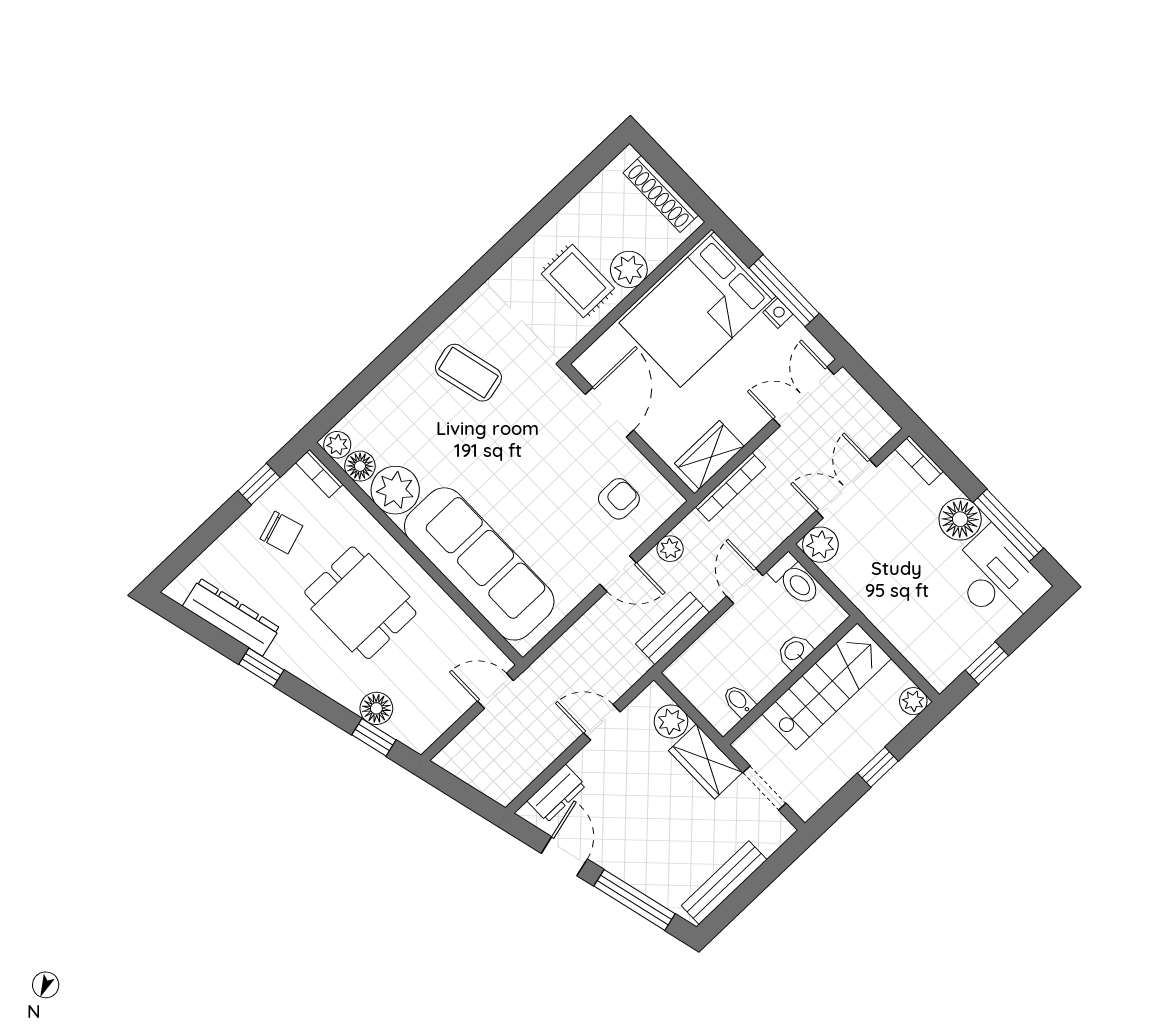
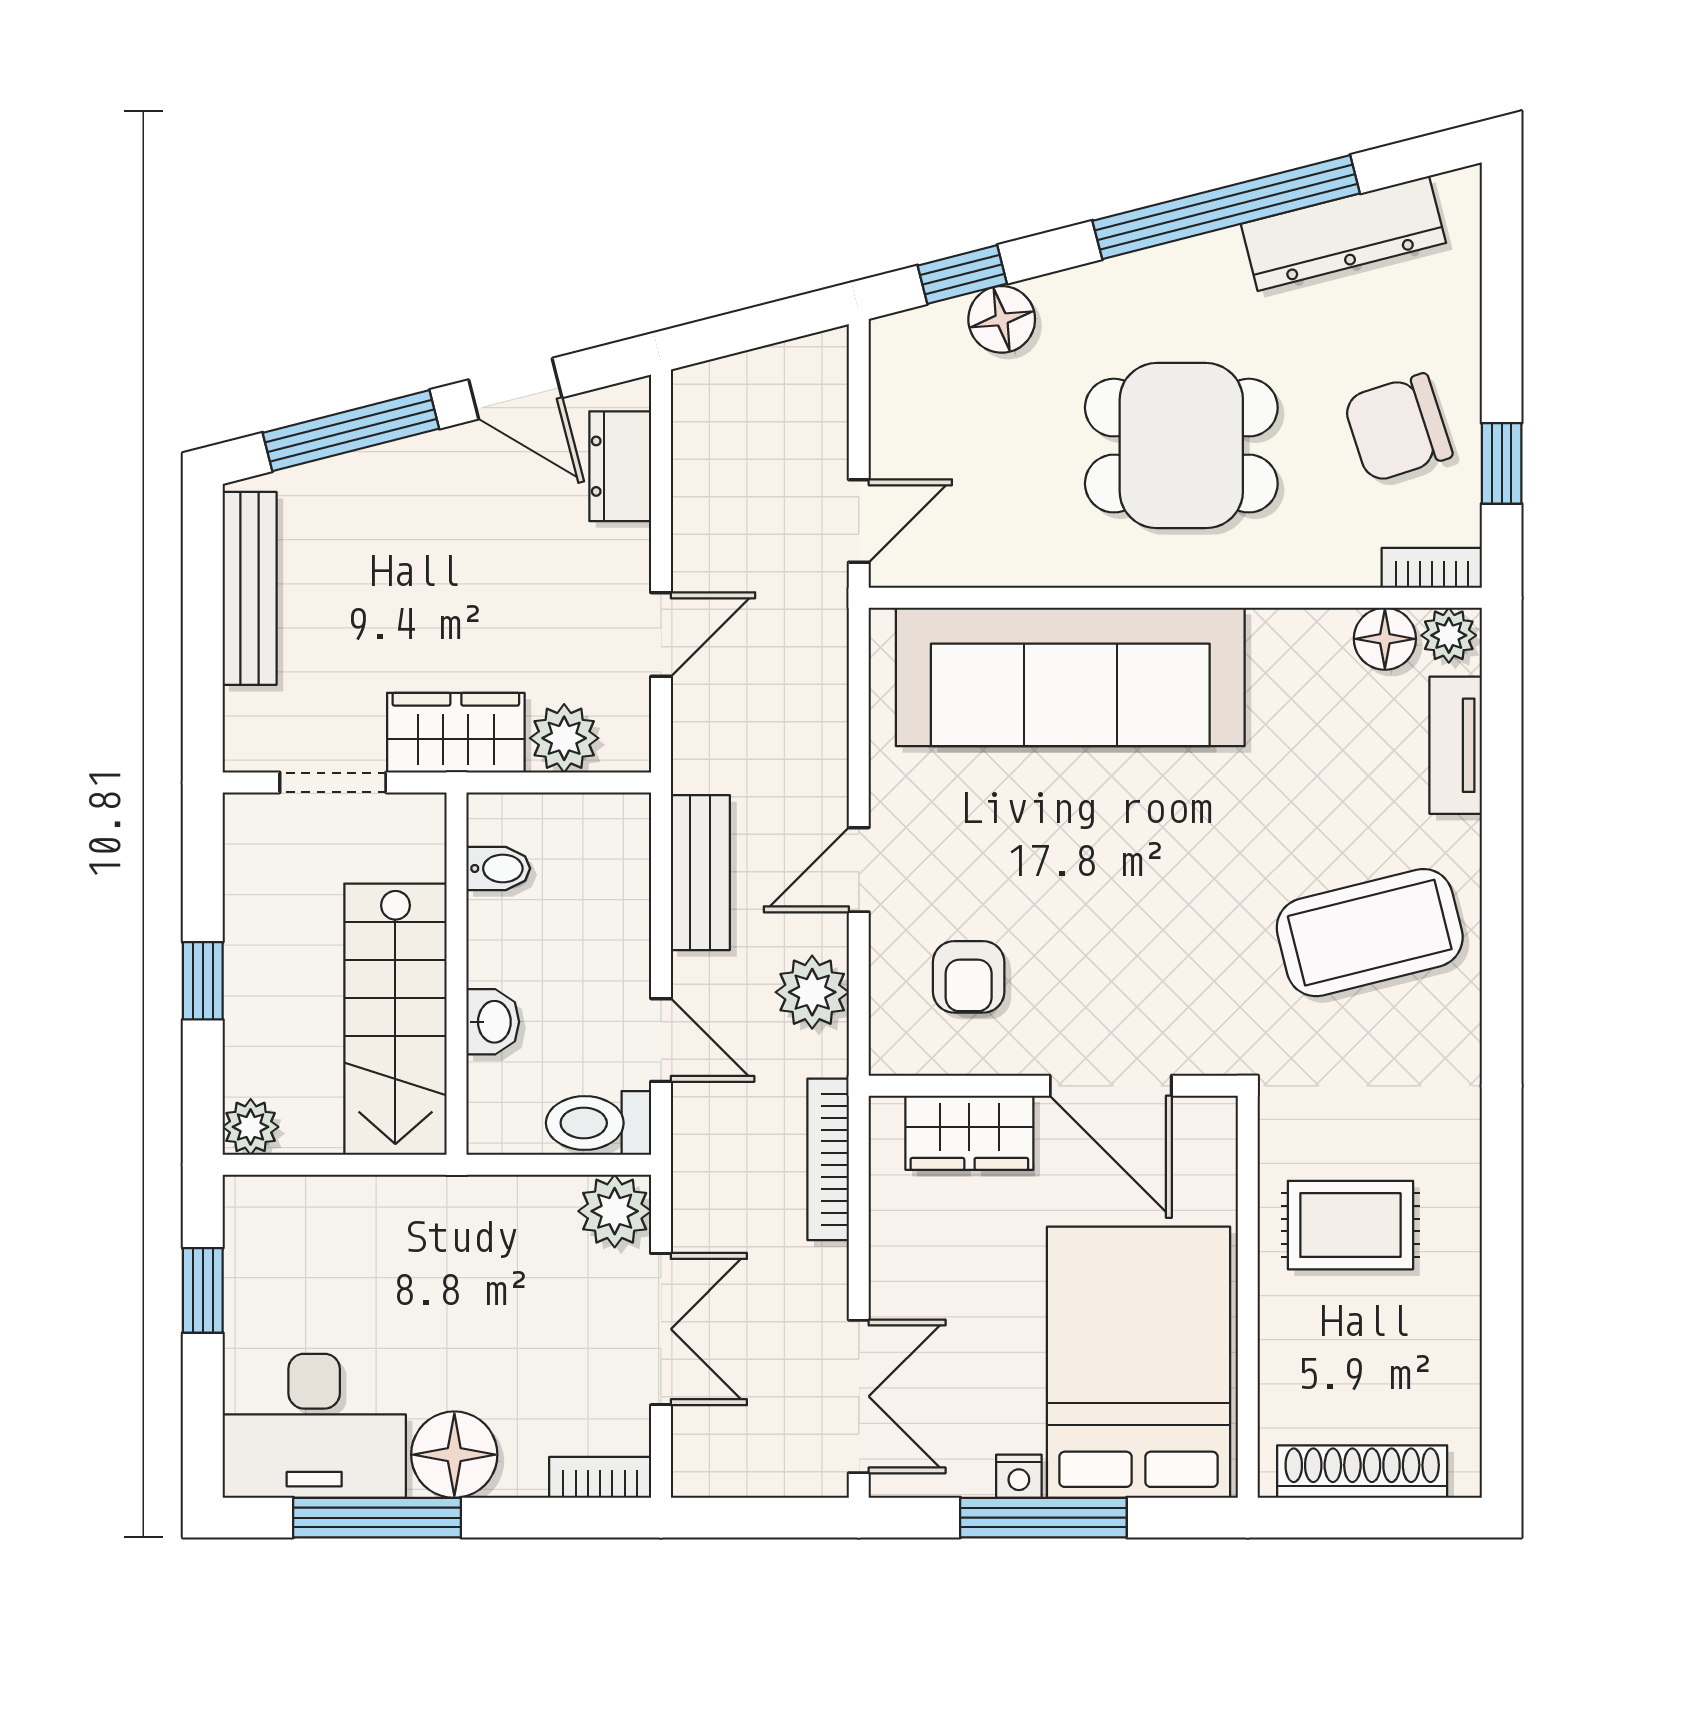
plant: (629, 269) -> (1295, 1317), removed
coffee table: (468, 373) -> (1370, 933), width x1.36, depth x1.32
tv unit: (374, 405) -> (1456, 745), added
wardrobe: (709, 455) -> (969, 1133), moved, turned 90
plant: (395, 490) -> (1299, 657), removed
chair: (281, 532) -> (1398, 428), width x1.37, depth x1.37
plant: (670, 549) -> (812, 992), width x1.38, depth x1.38
window: (261, 667) -> (1226, 207), width x3.17

